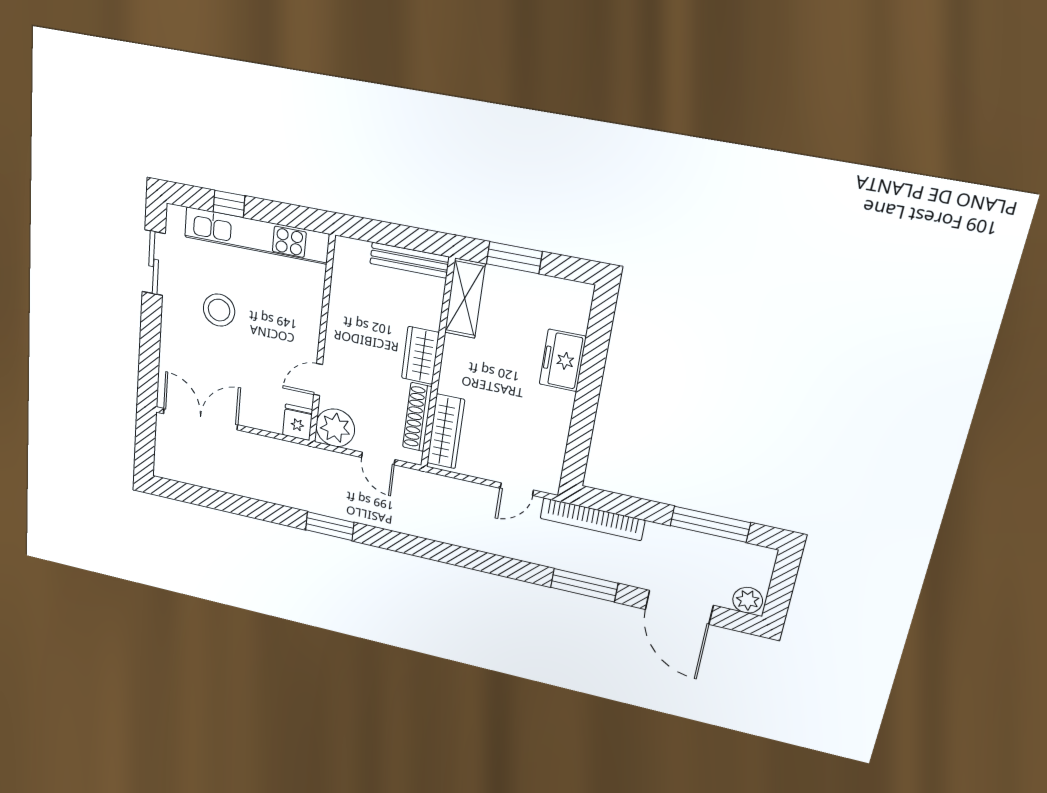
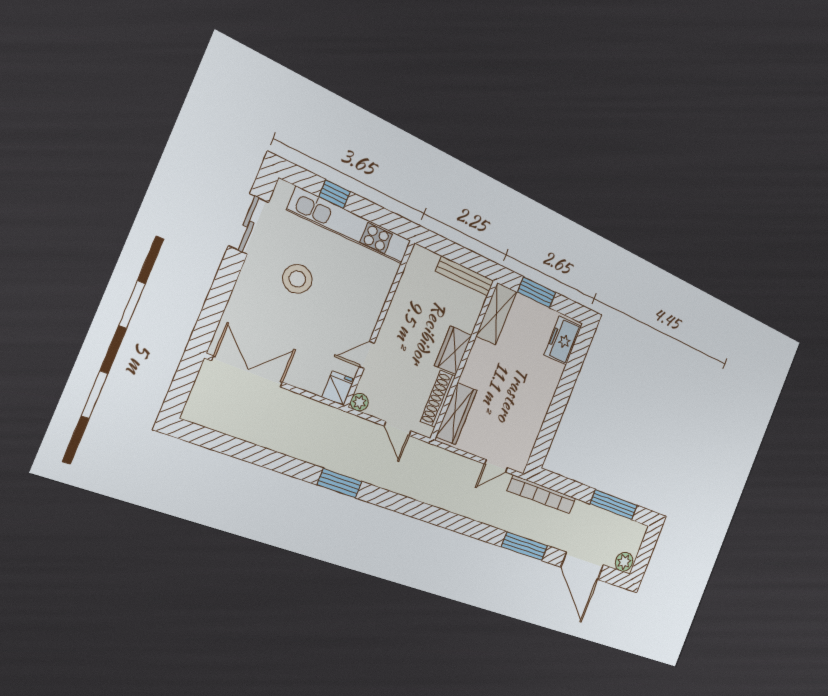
freezer: (563, 360) -> (563, 341), moved
plant: (335, 428) -> (359, 402), width x0.53, depth x0.53

